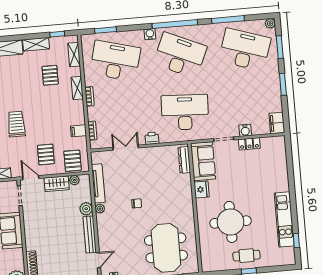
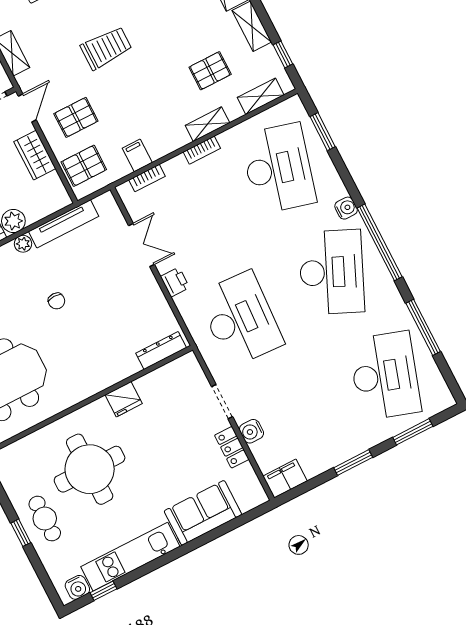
plant: (270, 23) -> (445, 400), removed
sofa: (203, 161) -> (203, 513), moved, turned 180
plant: (74, 180) -> (53, 182), removed
water cooler: (289, 253) -> (77, 587), added

